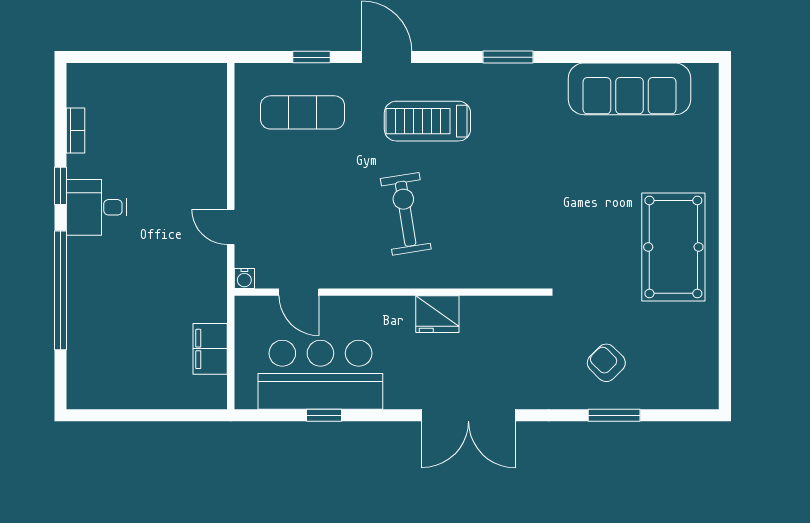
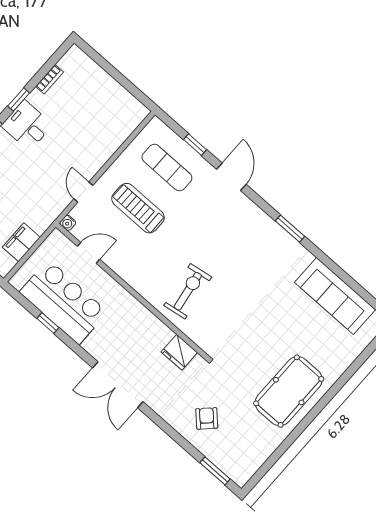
treadmill: (427, 121) -> (138, 208), moved
exercise bike: (406, 214) -> (188, 291), moved
door: (299, 292) -> (88, 253), swing flipped
fridge: (437, 314) -> (179, 352), moved
window: (614, 415) -> (215, 471), moved

